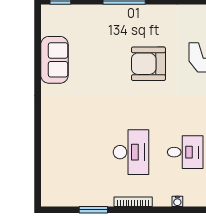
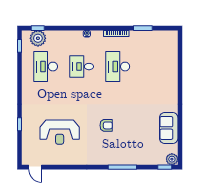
plant: (50, 13) -> (172, 159), added
armchair: (148, 64) -> (106, 125), width x0.53, depth x0.53

